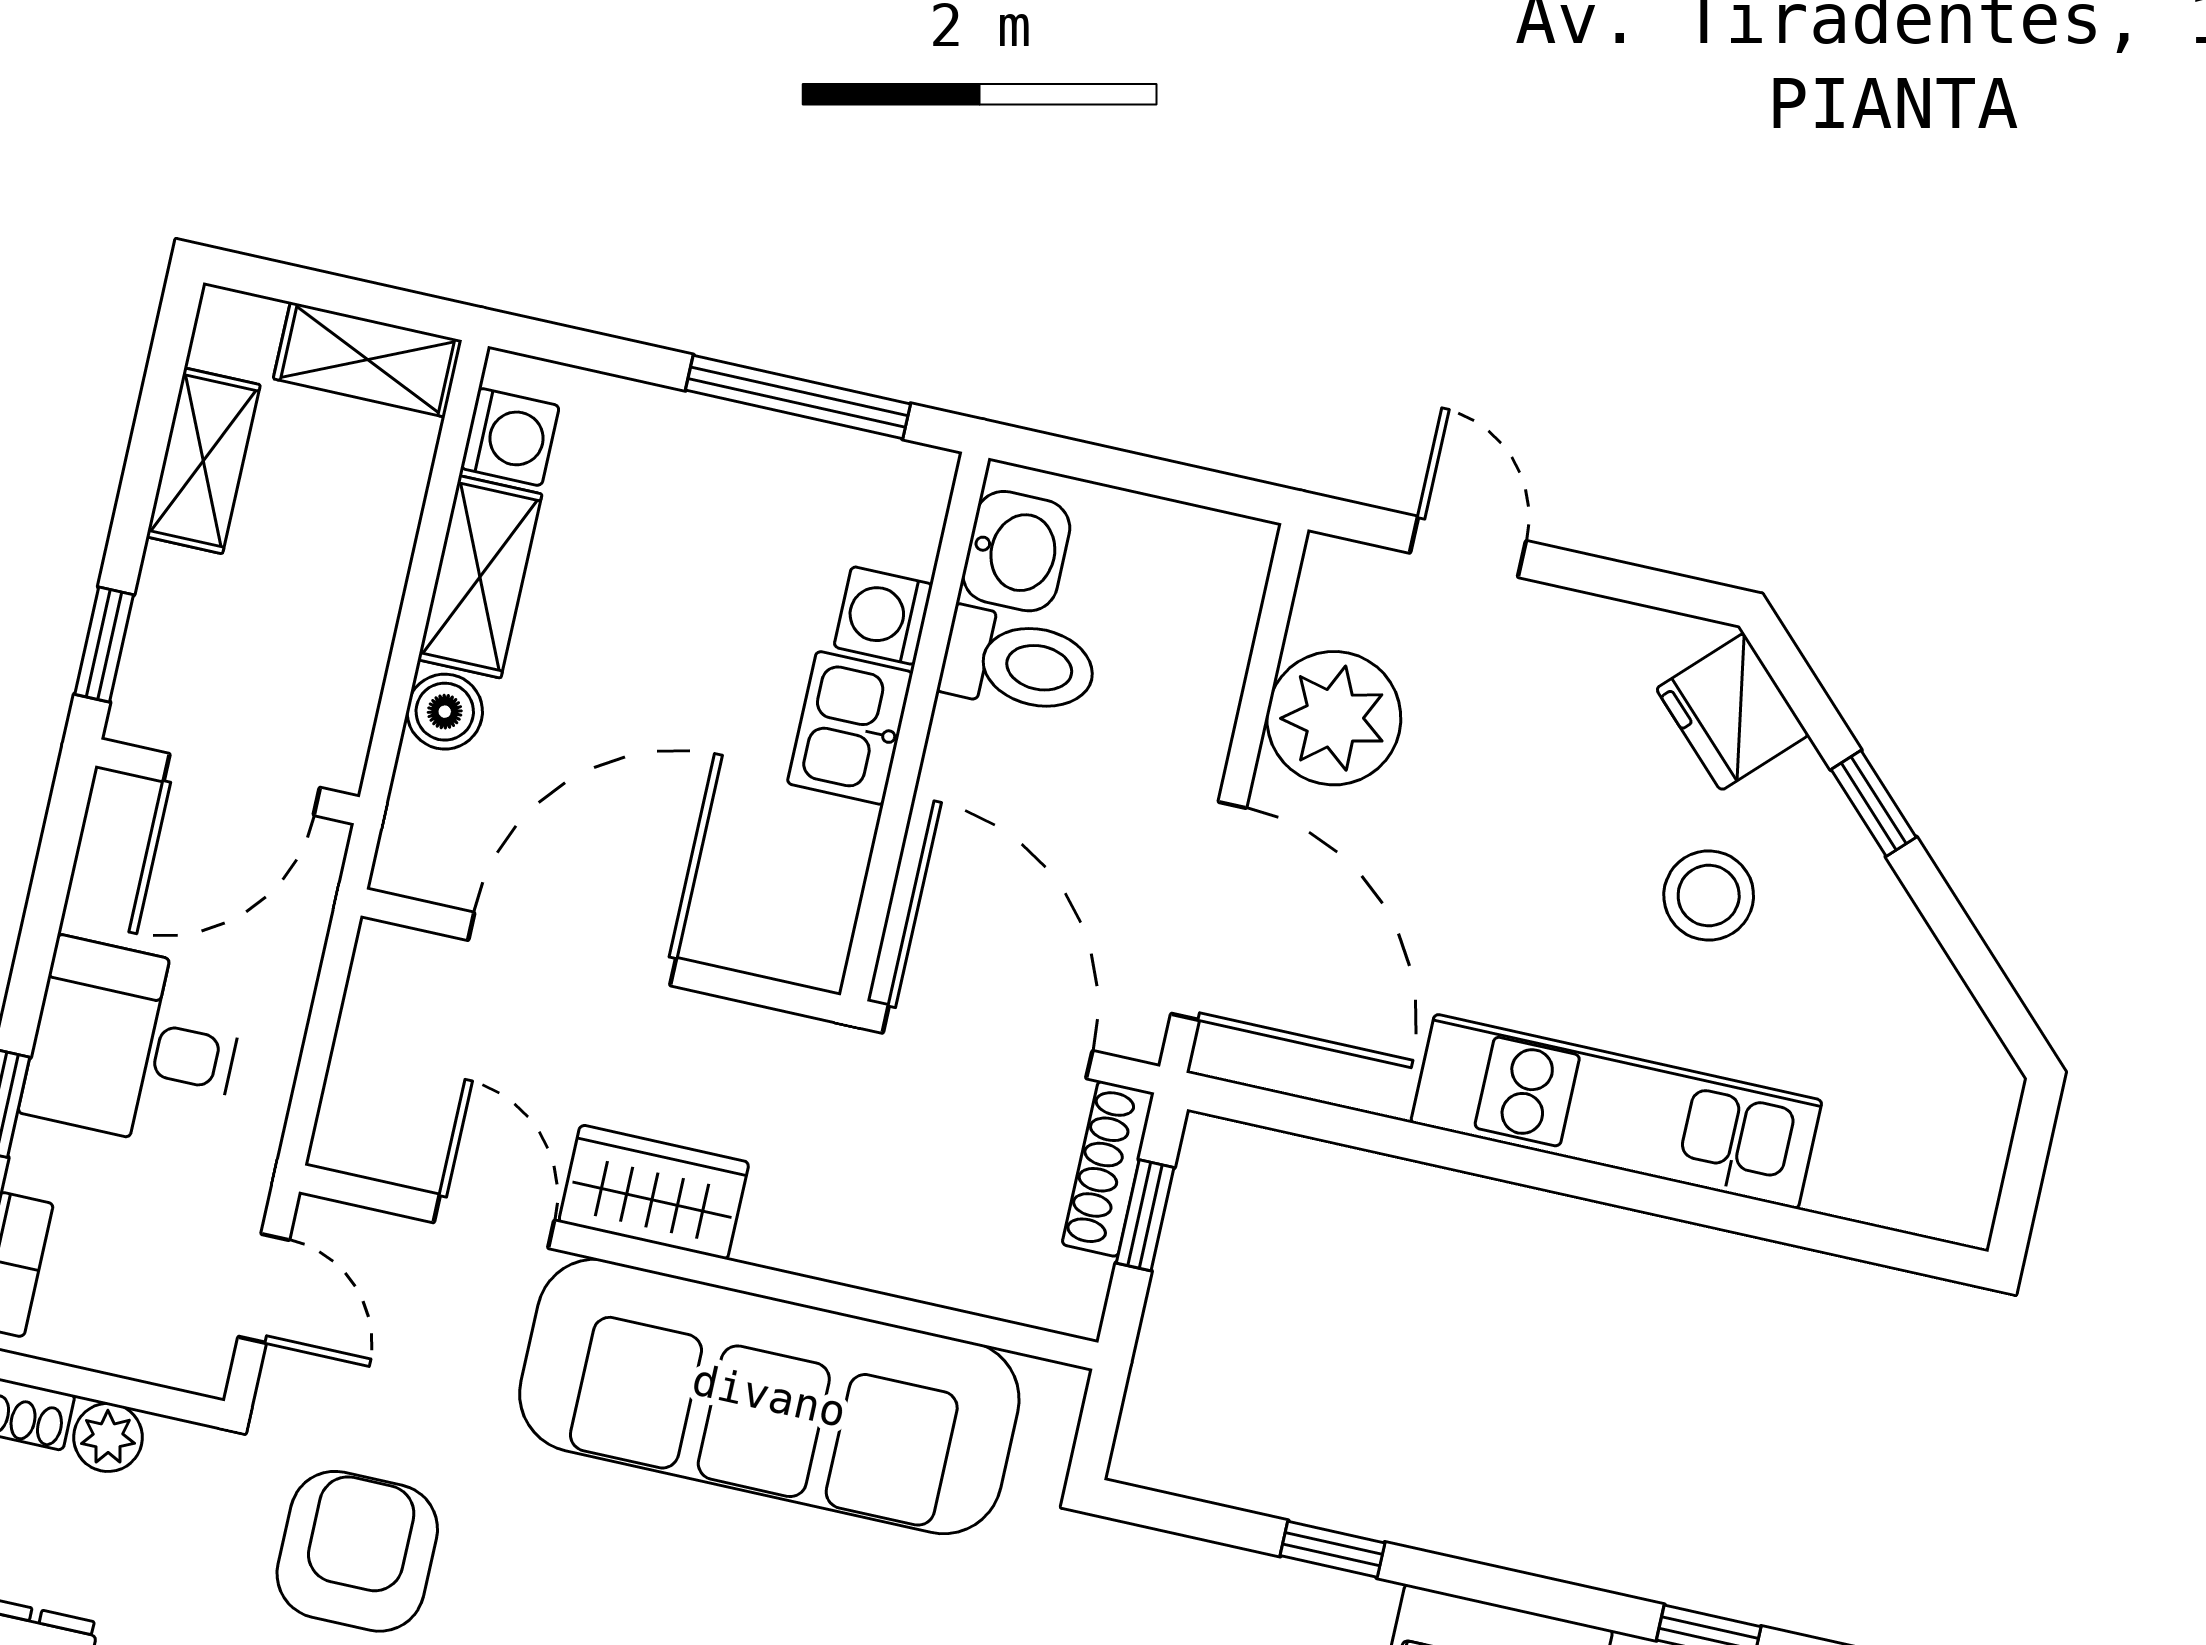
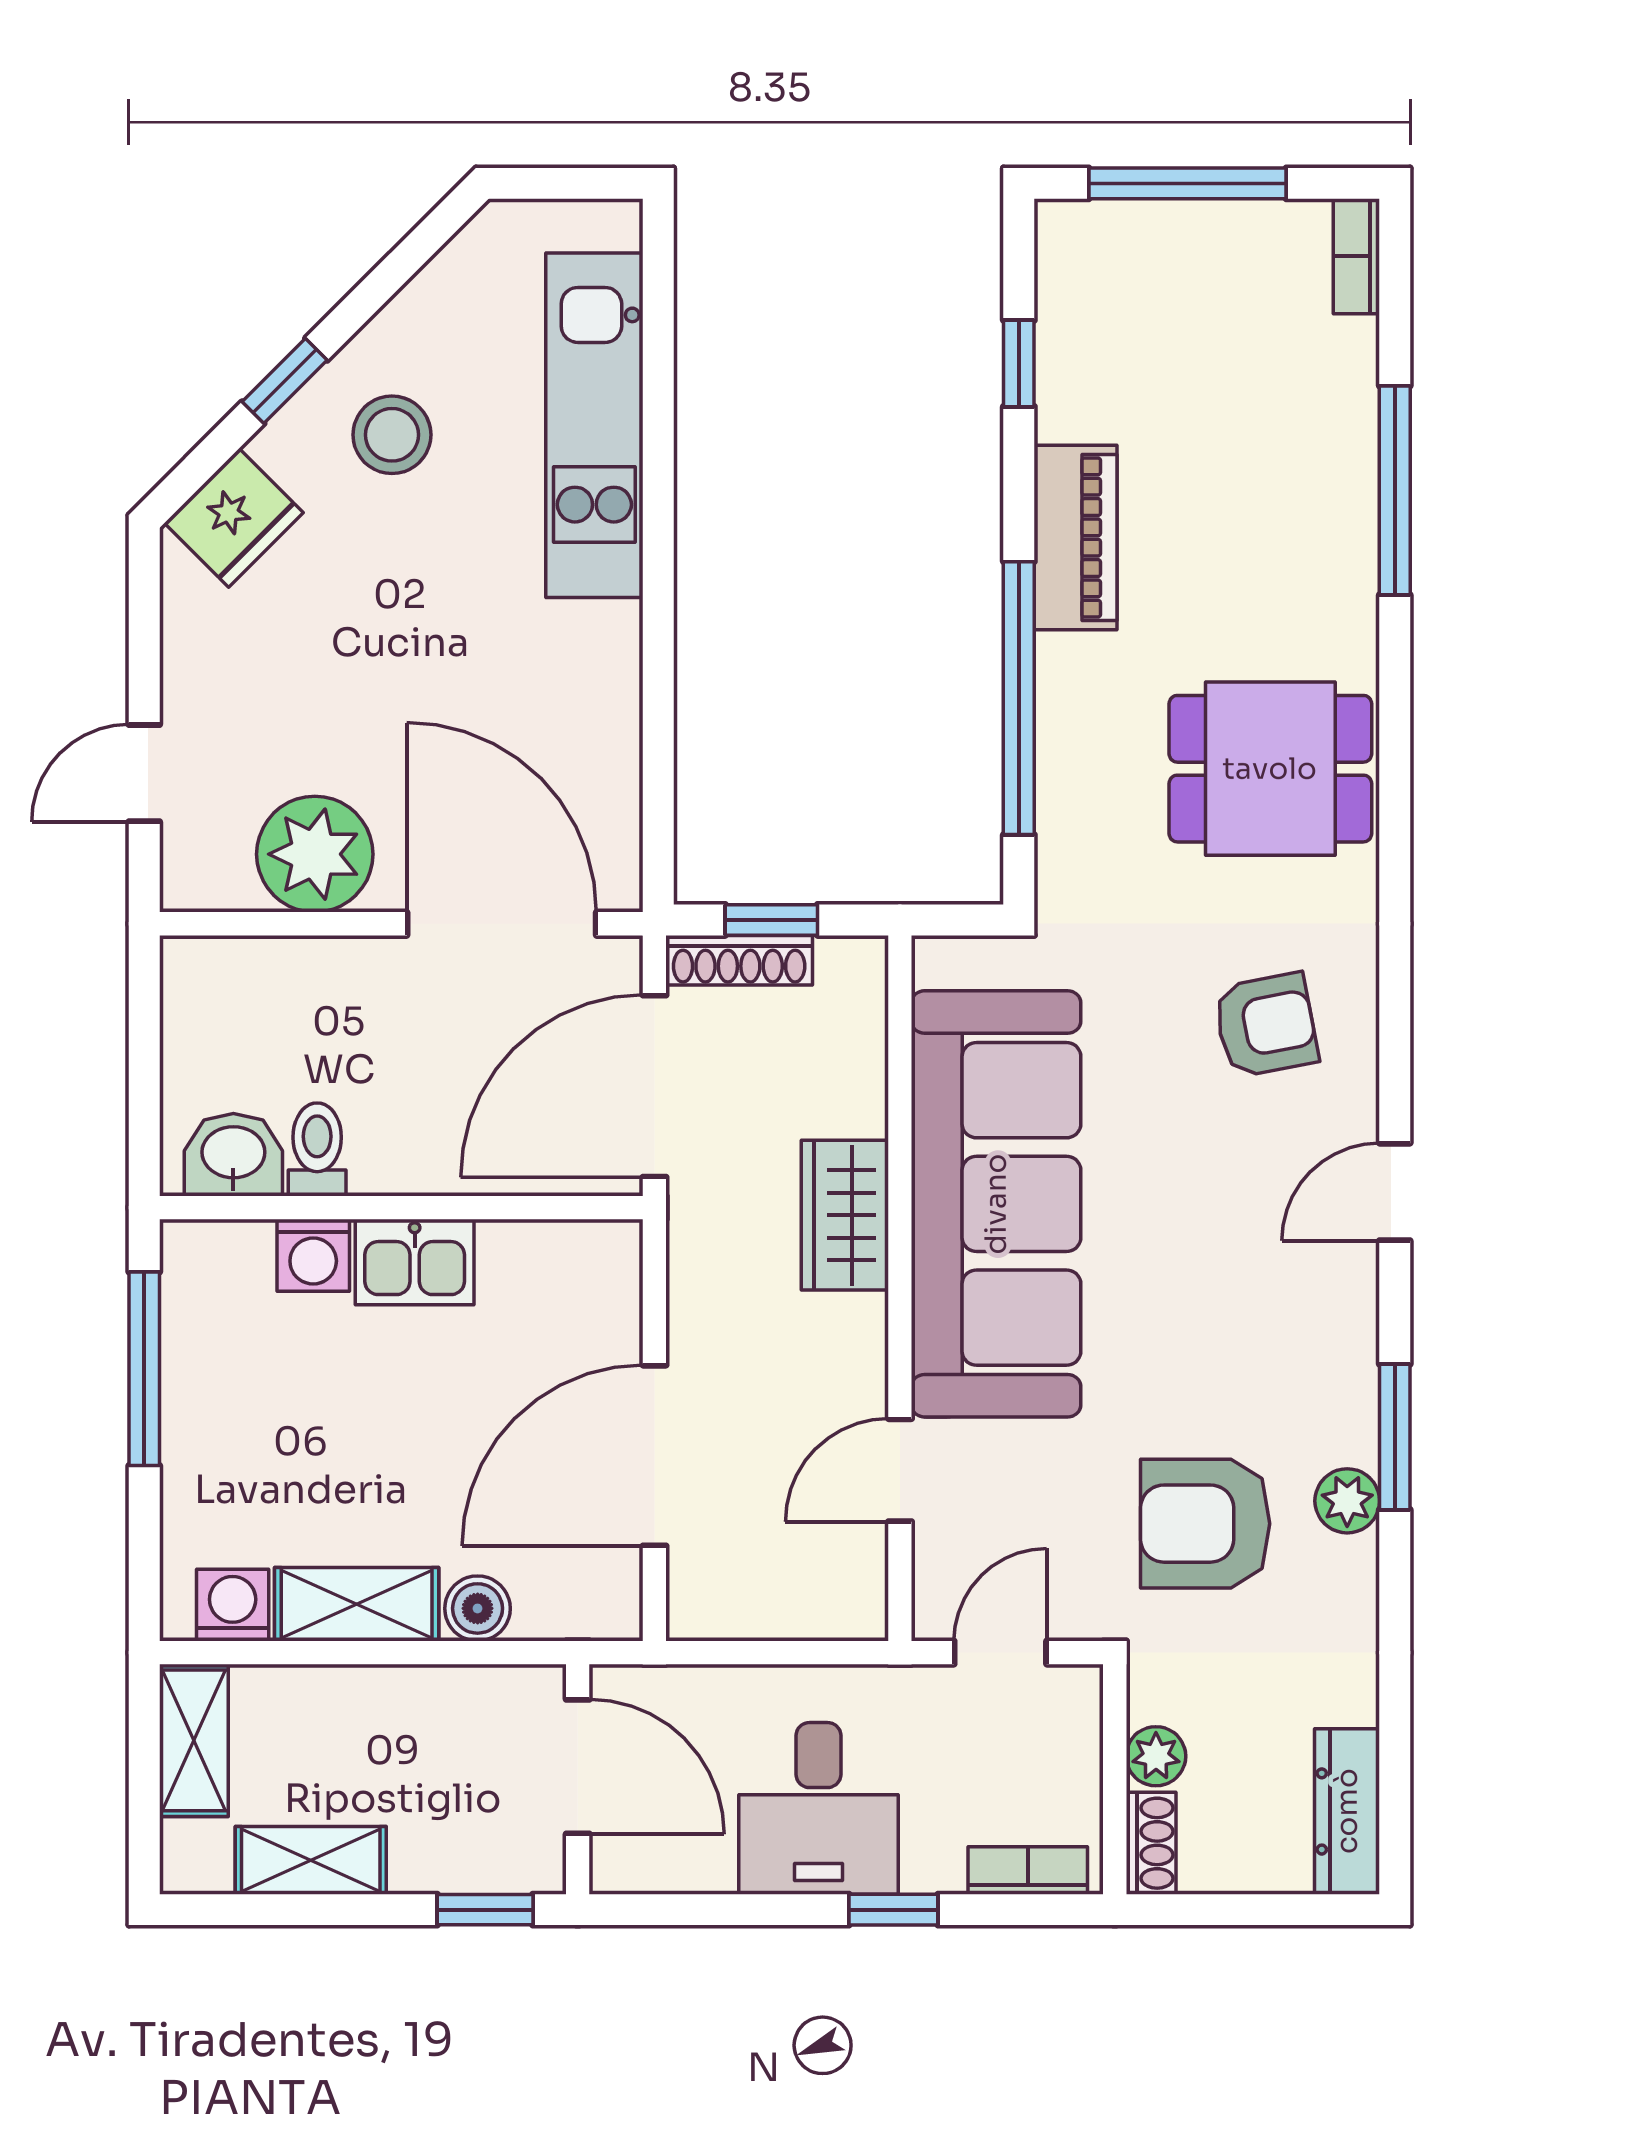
toilet: (1019, 663) -> (317, 1149), width x0.73, depth x0.72
stool: (1709, 895) -> (392, 435), moved
door: (1209, 911) -> (502, 924), hinge flipped
door: (572, 949) -> (654, 1456), hinge flipped
kitchen unit: (1616, 1111) -> (594, 425), moved
wardrobe: (654, 1192) -> (845, 1215), moved
window: (1332, 1549) -> (1019, 698), width x3.17

